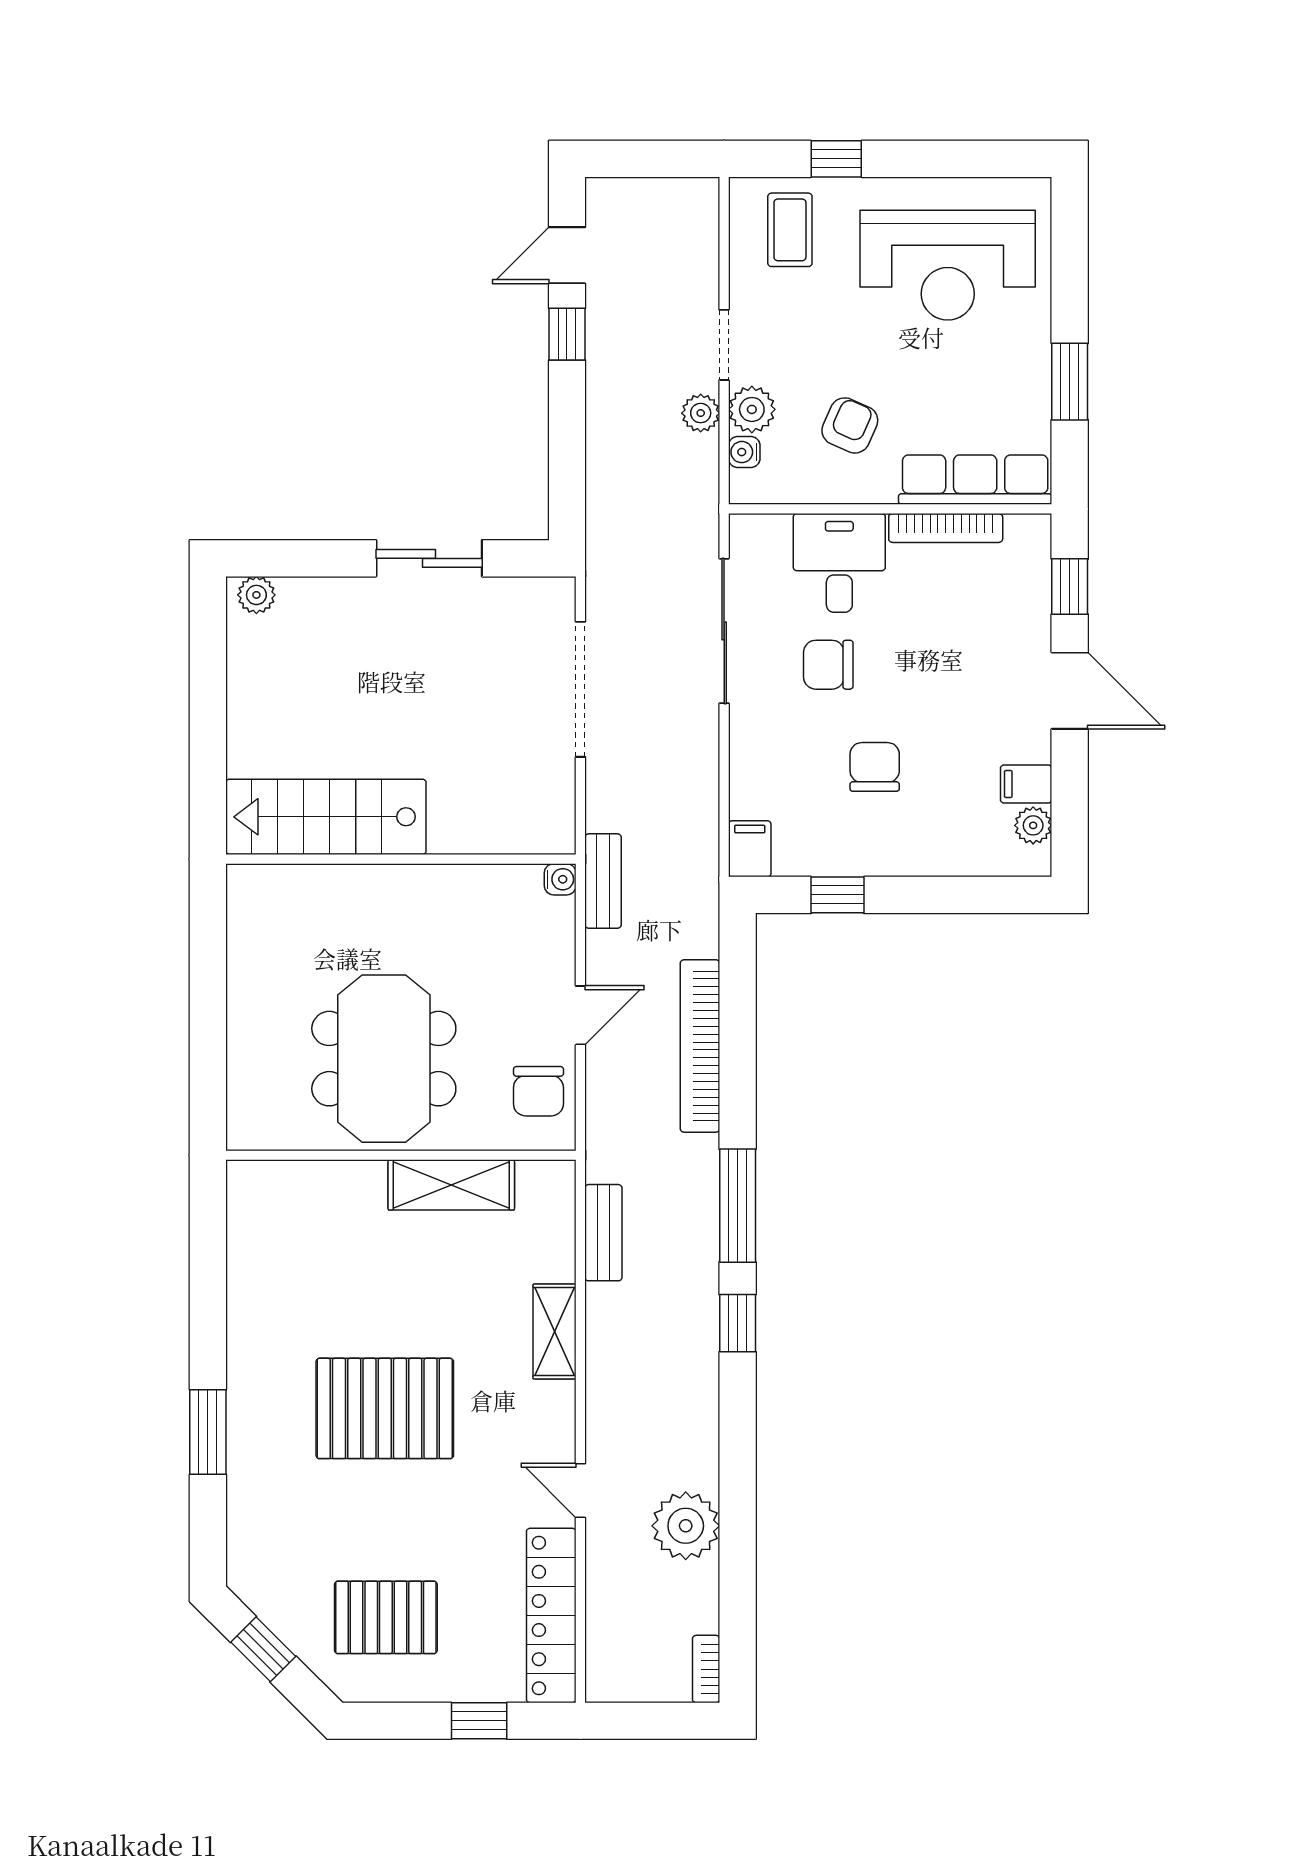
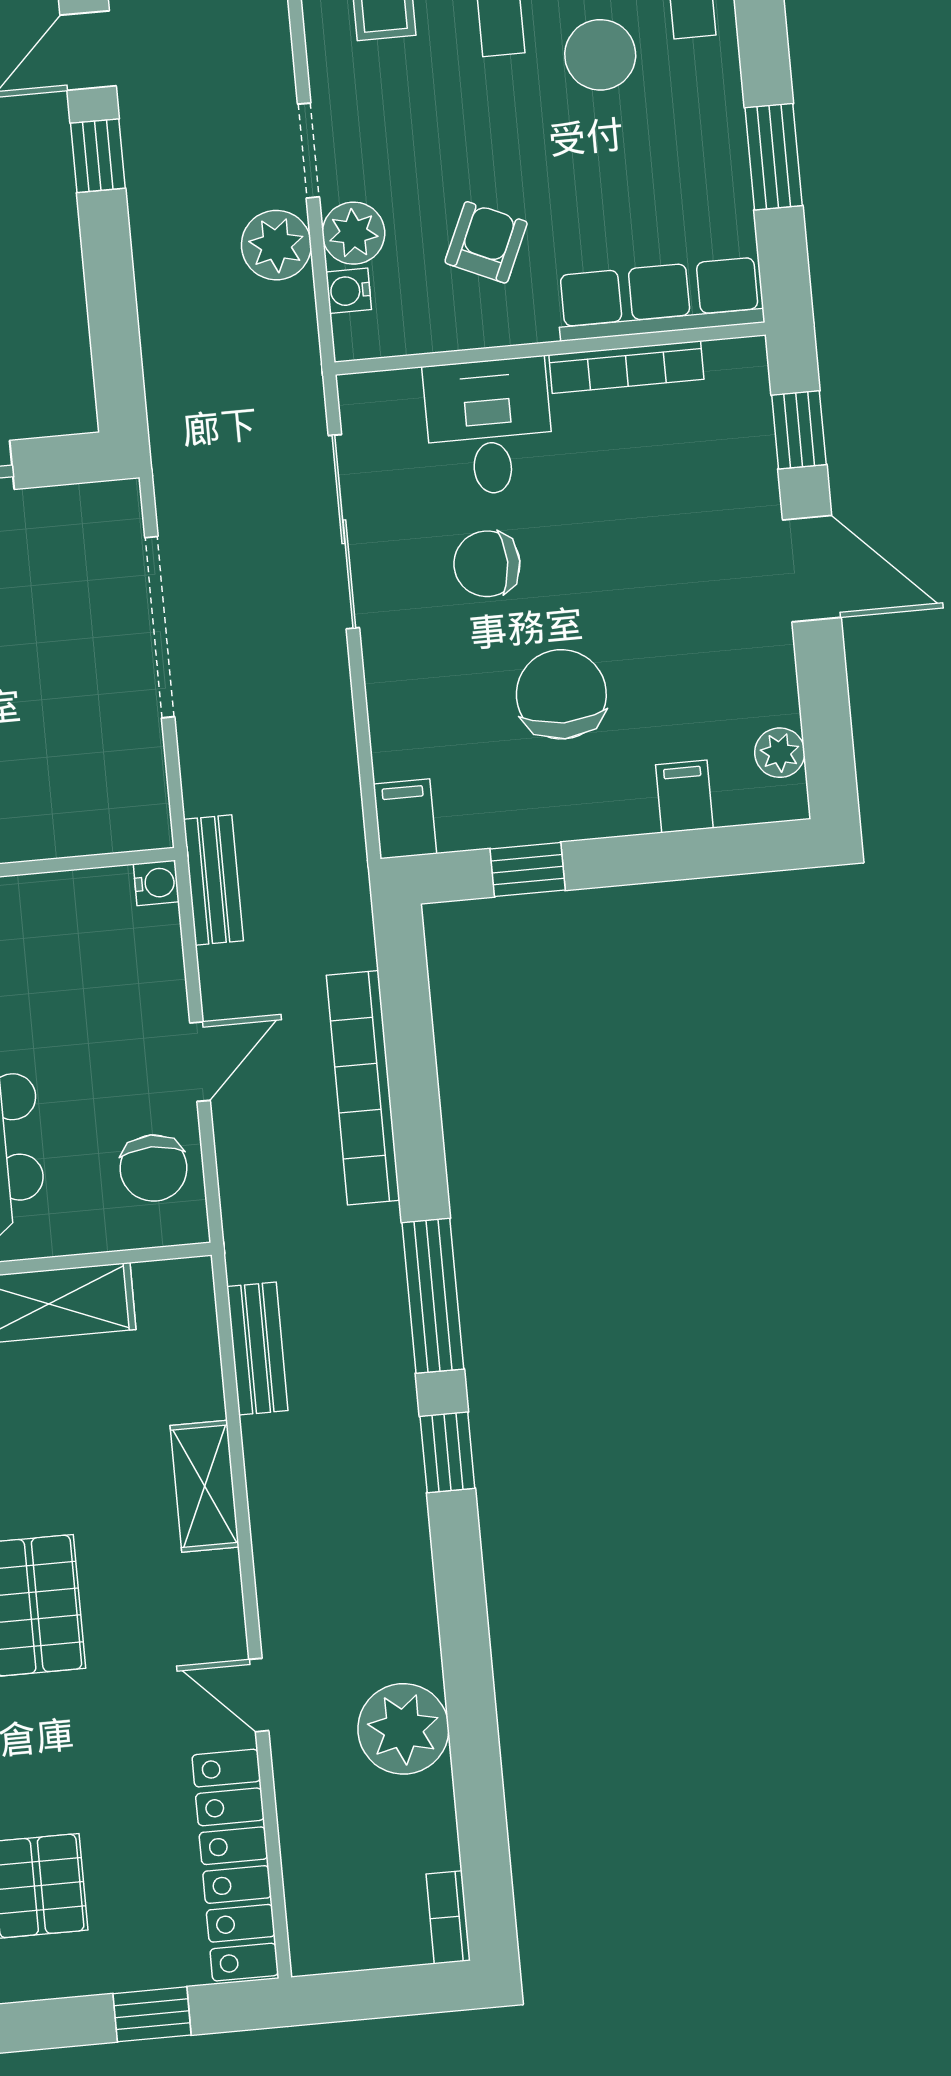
plant: (701, 413) -> (276, 245), width x1.38, depth x1.38
chair: (875, 767) -> (561, 694), width x1.37, depth x1.37
filing cabinet: (1026, 784) -> (684, 796), moved, turned 90

